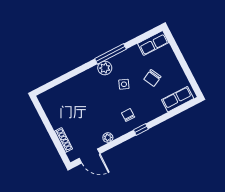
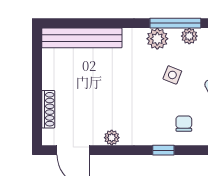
plant: (122, 57) -> (189, 36), added
bench: (62, 90) -> (82, 38), added
chair: (128, 115) -> (184, 124), moved

